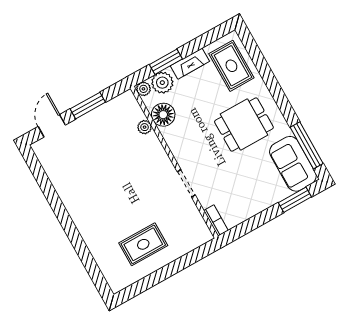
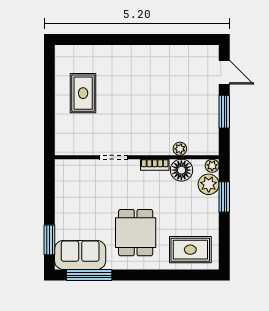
fireplace: (190, 64) -> (211, 216), removed
bookcase: (216, 221) -> (155, 165), moved

